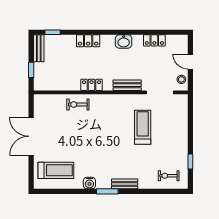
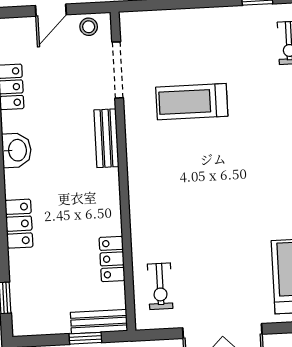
bench: (39, 48) -> (99, 322), moved
locker: (92, 85) -> (112, 259), moved
exercise bike: (78, 105) -> (160, 286), moved

